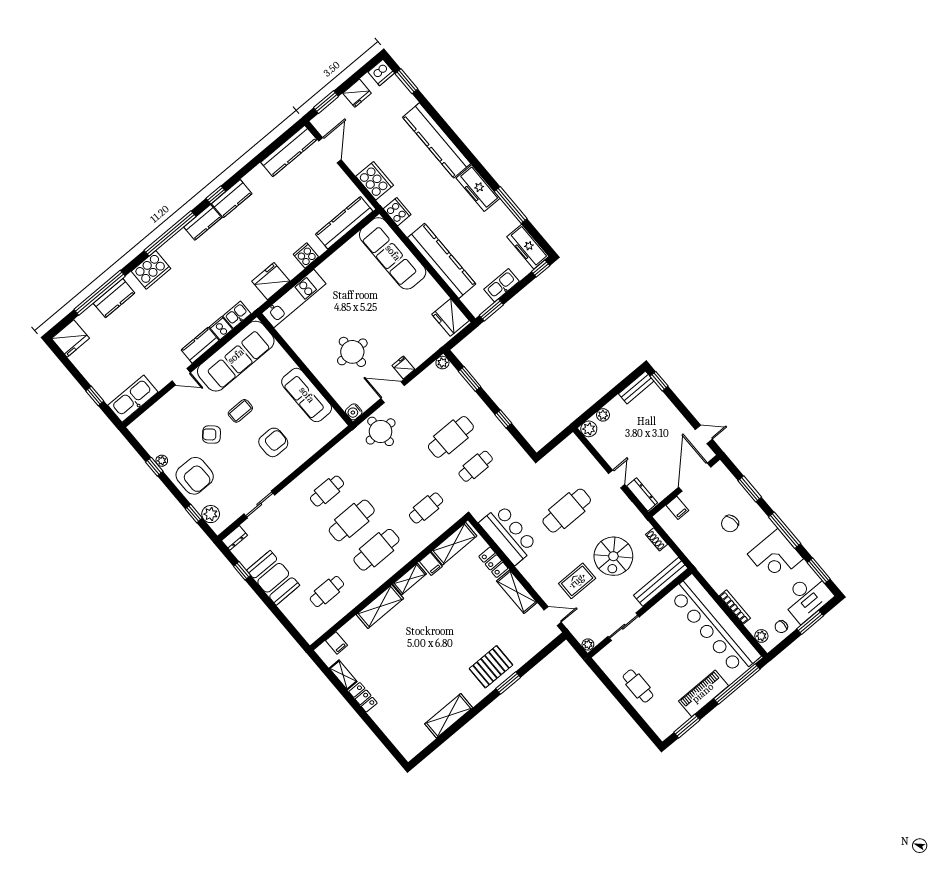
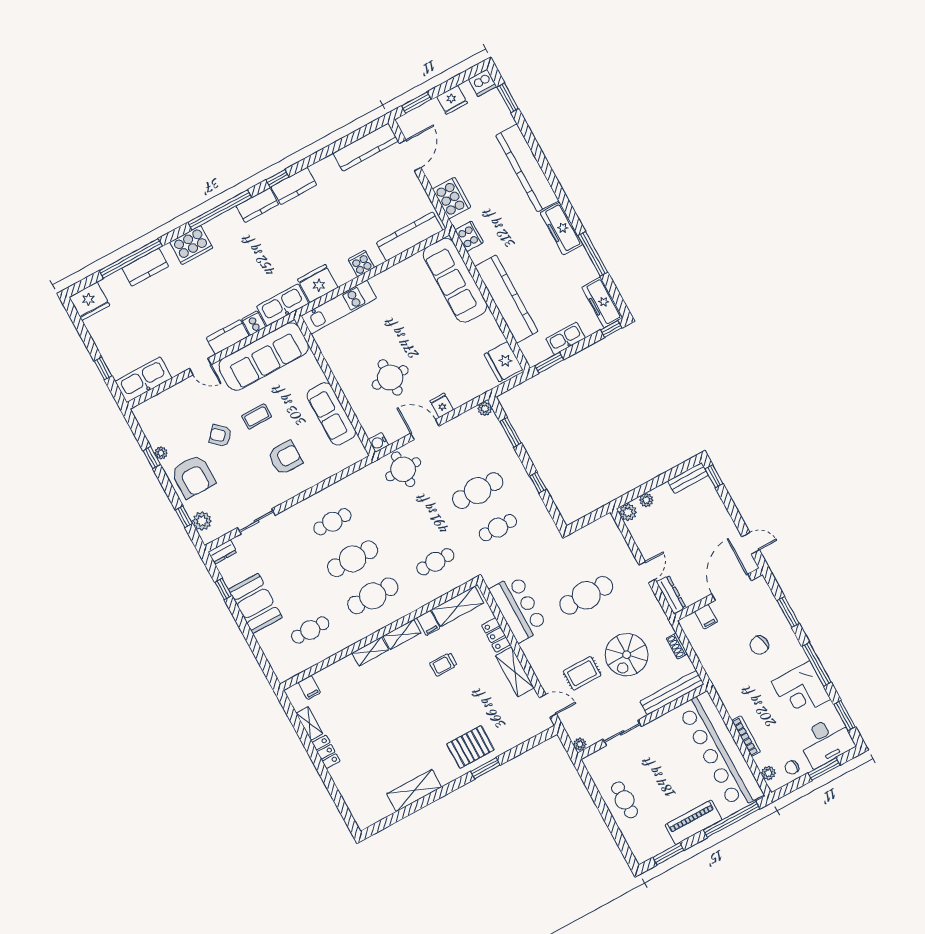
kitchen sink: (237, 315) -> (283, 305), width x1.87, depth x1.24
trolley: (452, 598) -> (443, 664), added
shelving: (380, 607) -> (370, 651), width x0.67, depth x0.75

